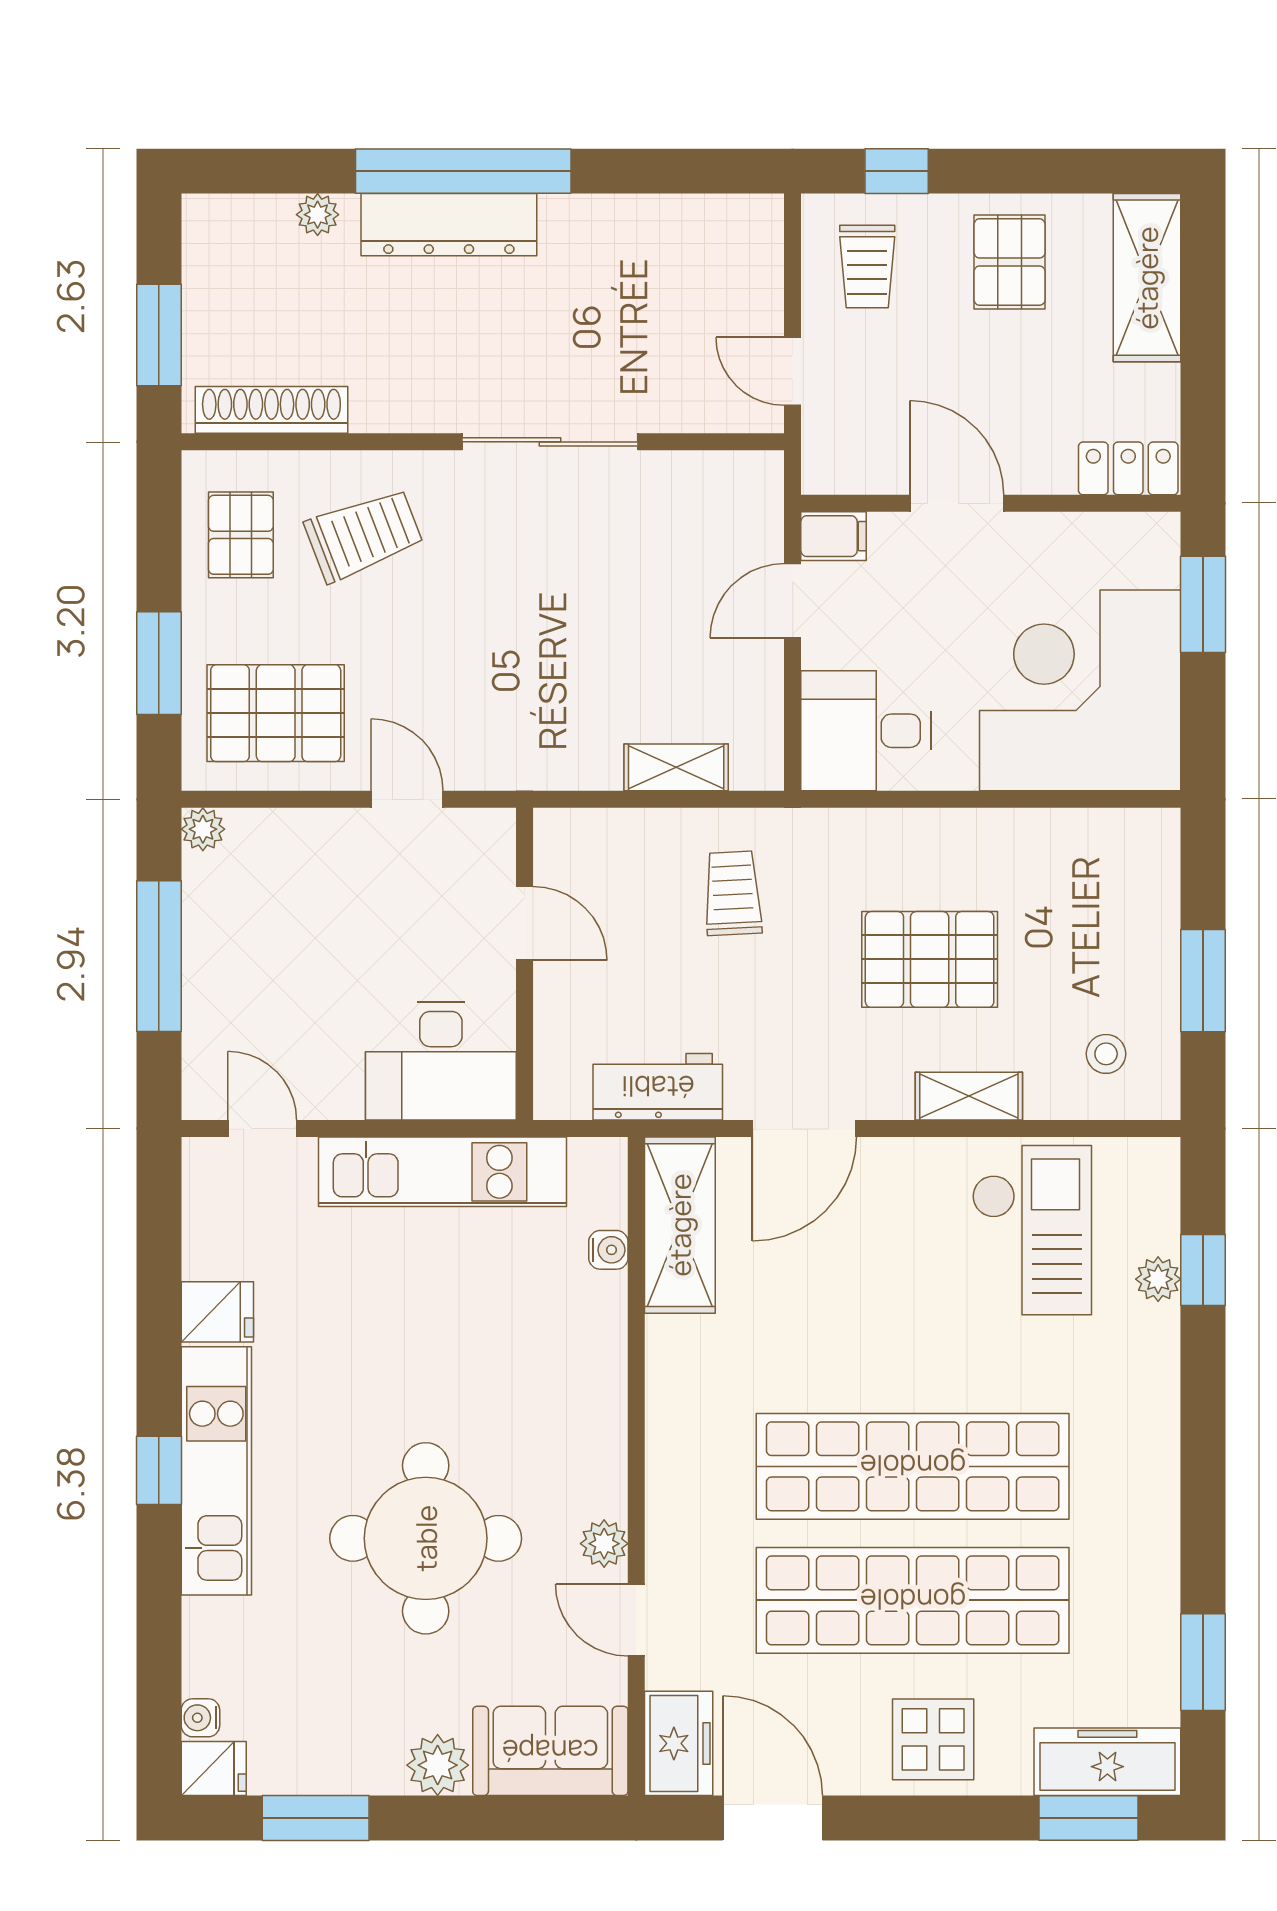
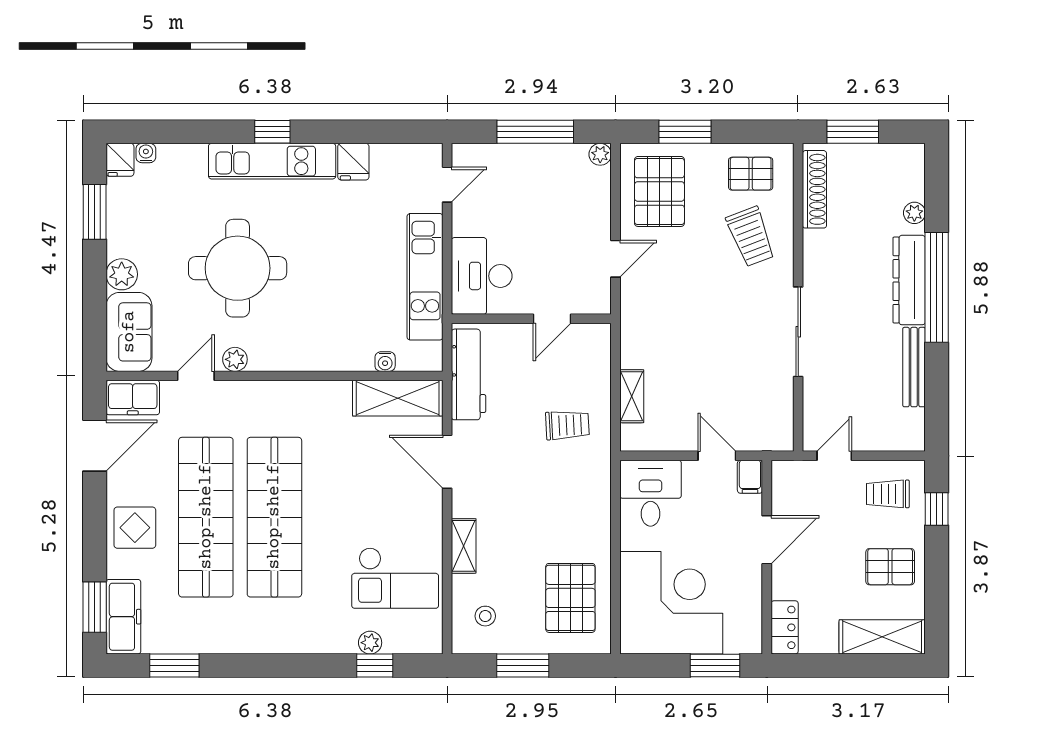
bench: (619, 215) -> (914, 367), added
pallet: (930, 959) -> (570, 598), moved
workbench: (658, 1087) -> (468, 374), width x1.37

